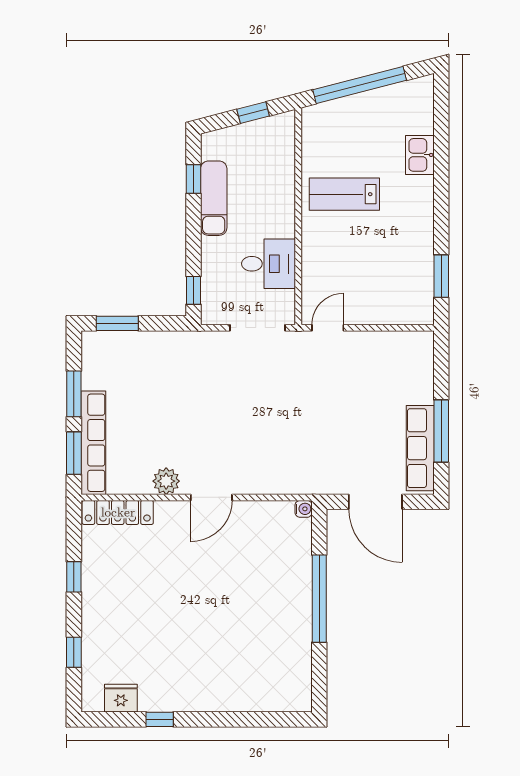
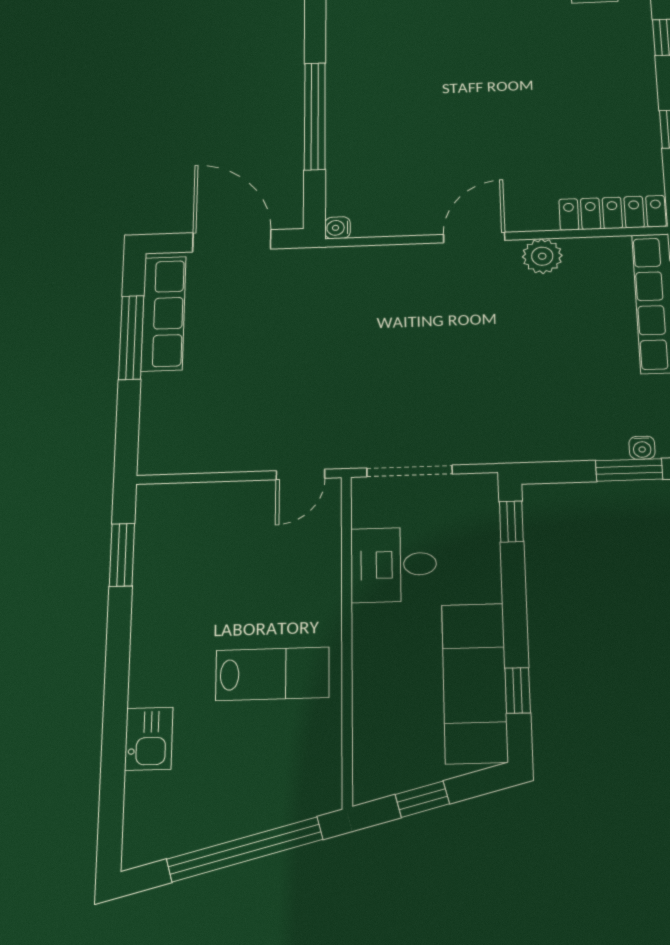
exam couch: (214, 198) -> (475, 683), width x1.36, depth x1.45
water cooler: (108, 339) -> (642, 448), added

